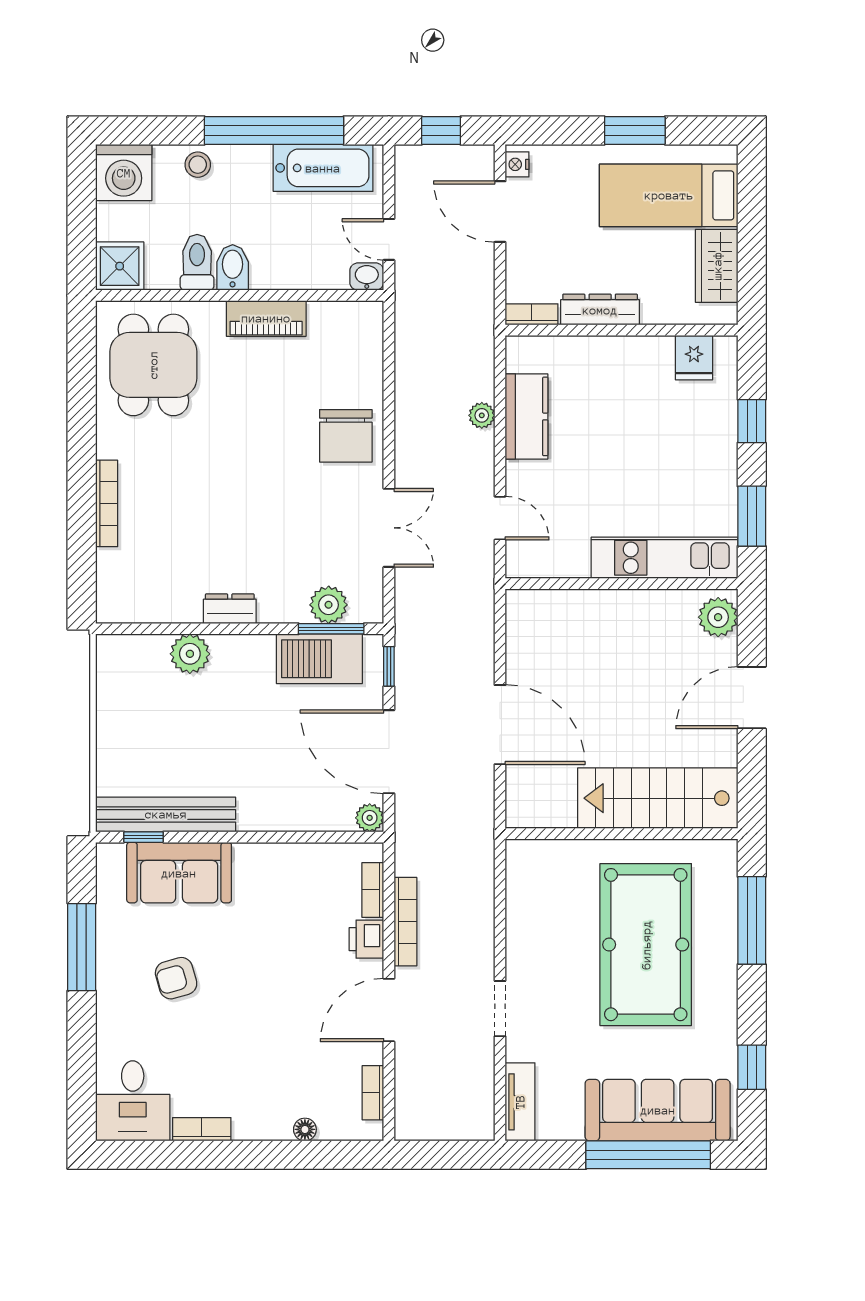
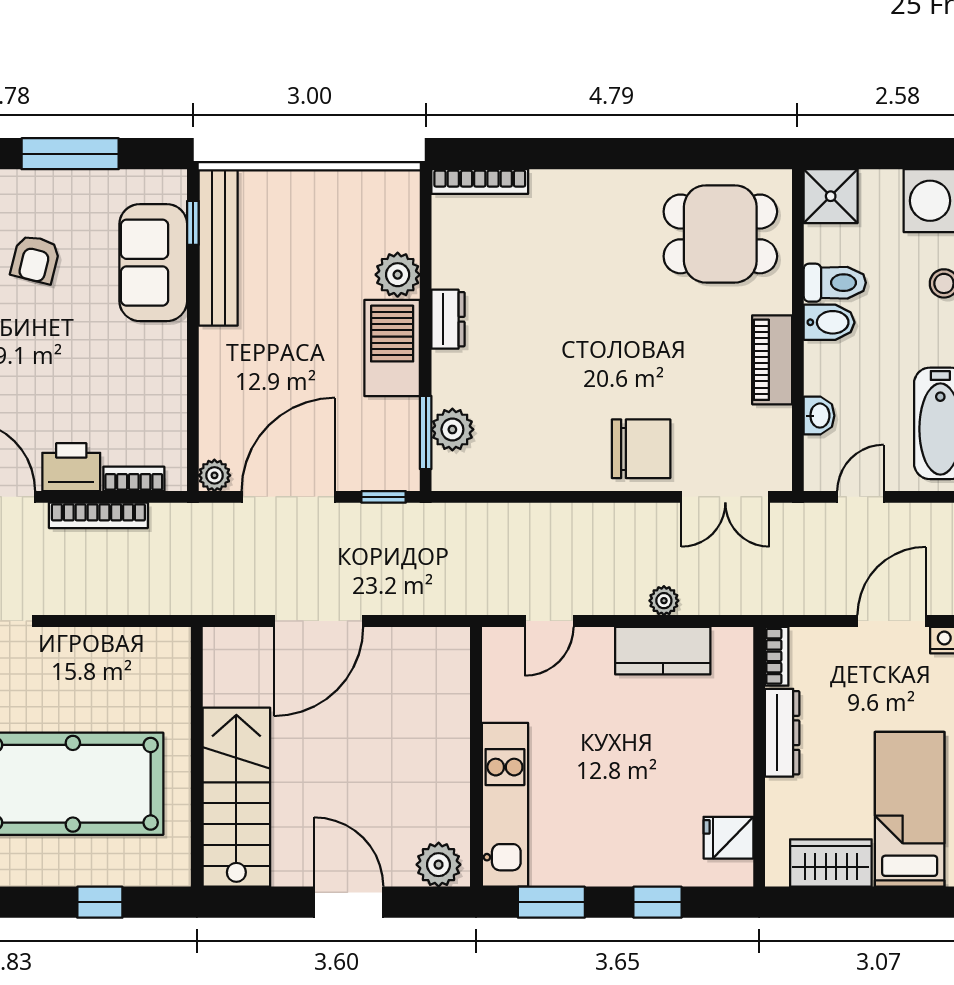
washbasin: (367, 277) -> (819, 416), moved
chair: (346, 436) -> (641, 449), turned 180
bookcase: (107, 503) -> (480, 182), moved
double door: (389, 528) -> (725, 497), moved
barbecue: (319, 659) -> (392, 348), moved
window: (752, 920) -> (100, 902), width x0.46
printer: (366, 939) -> (71, 467), width x1.36, depth x1.24
armchair: (176, 978) -> (35, 259), turned -150

